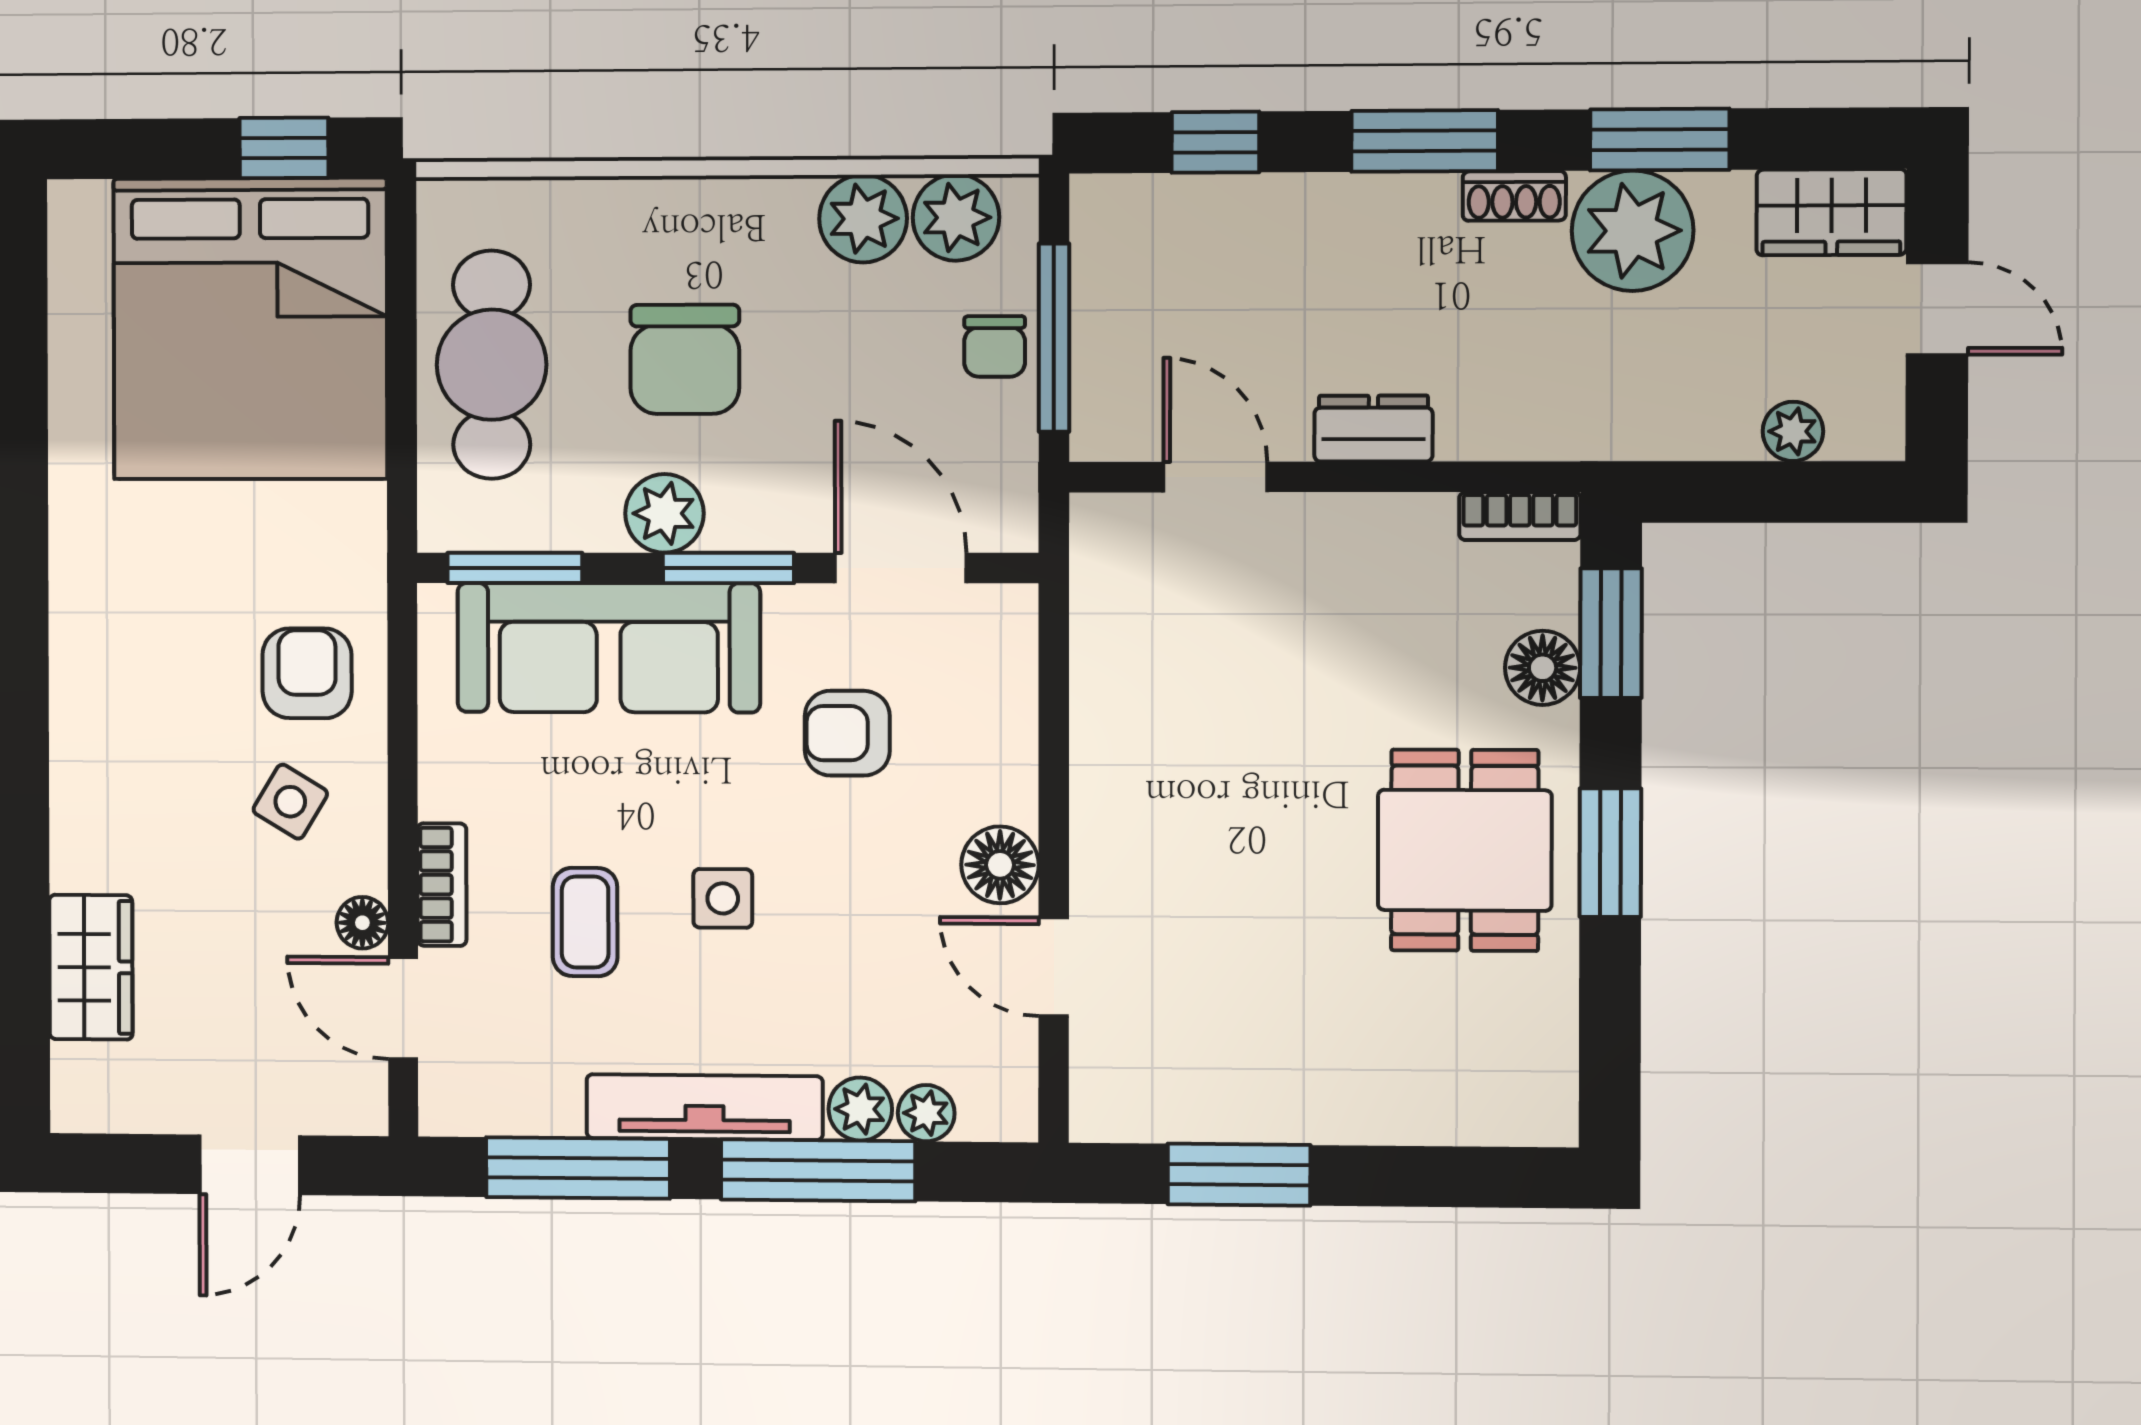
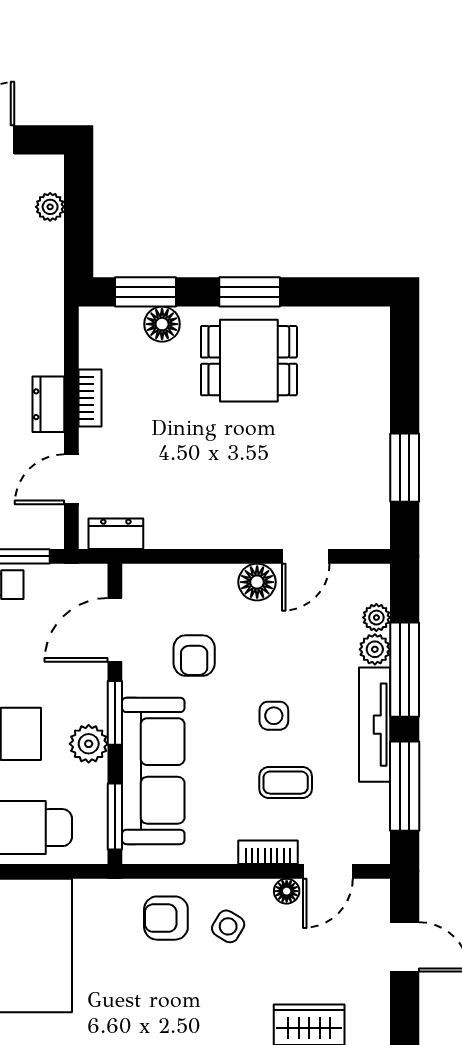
bookcase: (1520, 516) -> (90, 398), moved
dresser: (1101, 570) -> (116, 534), added

